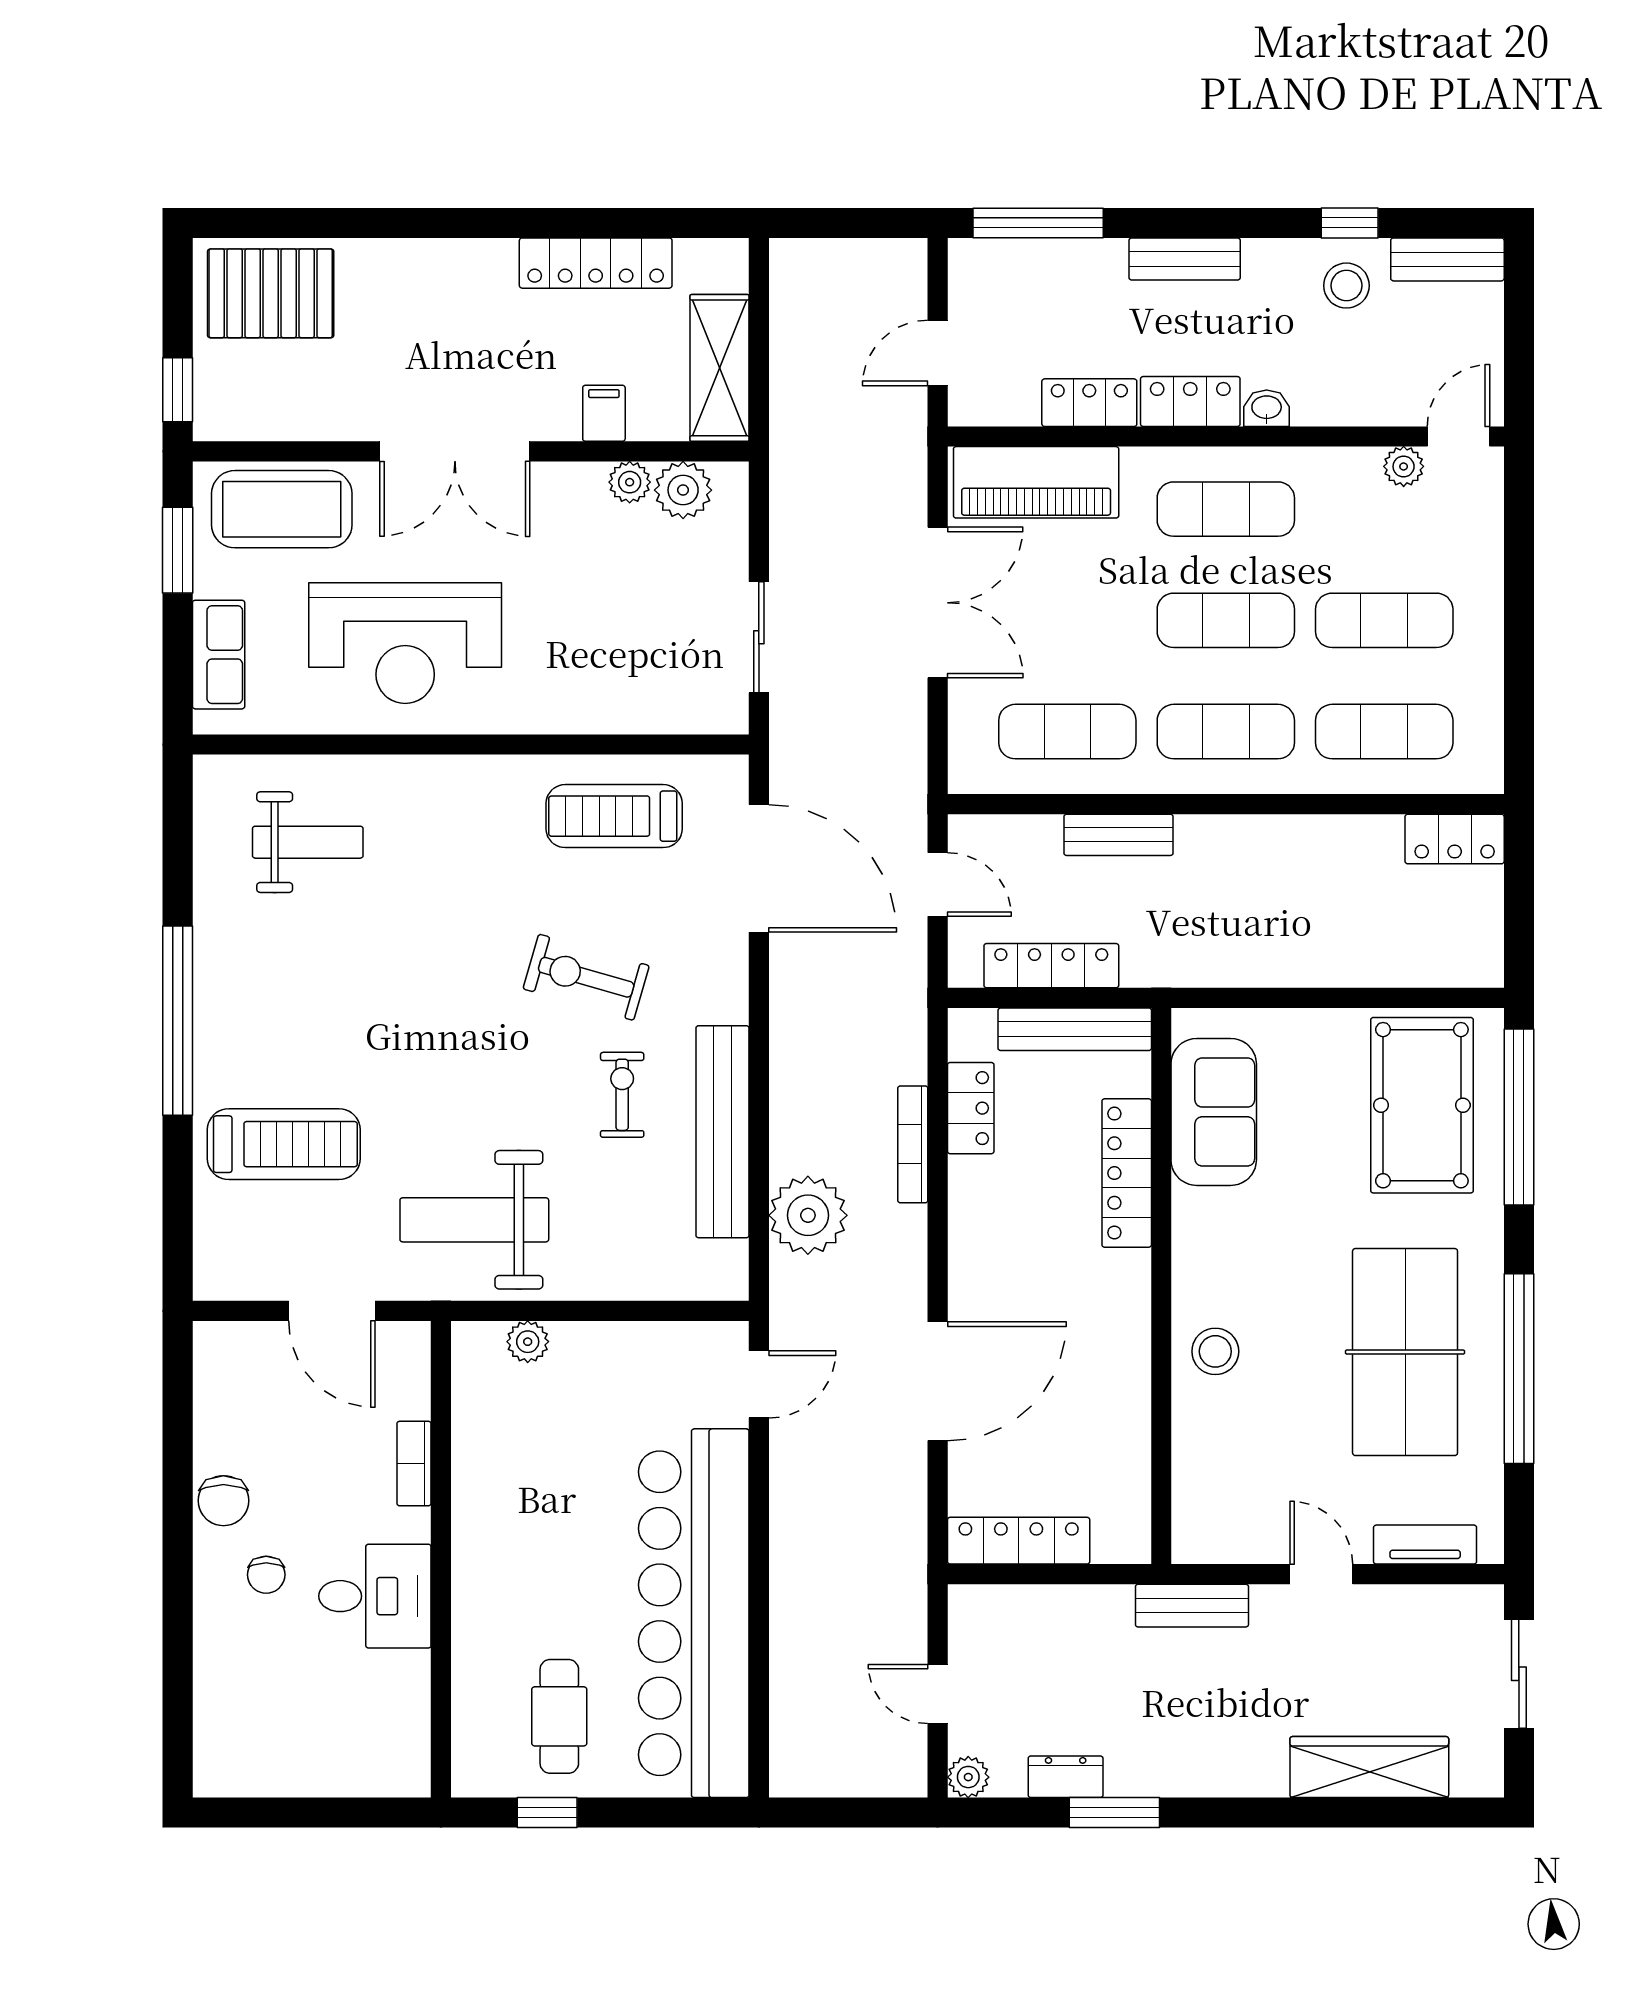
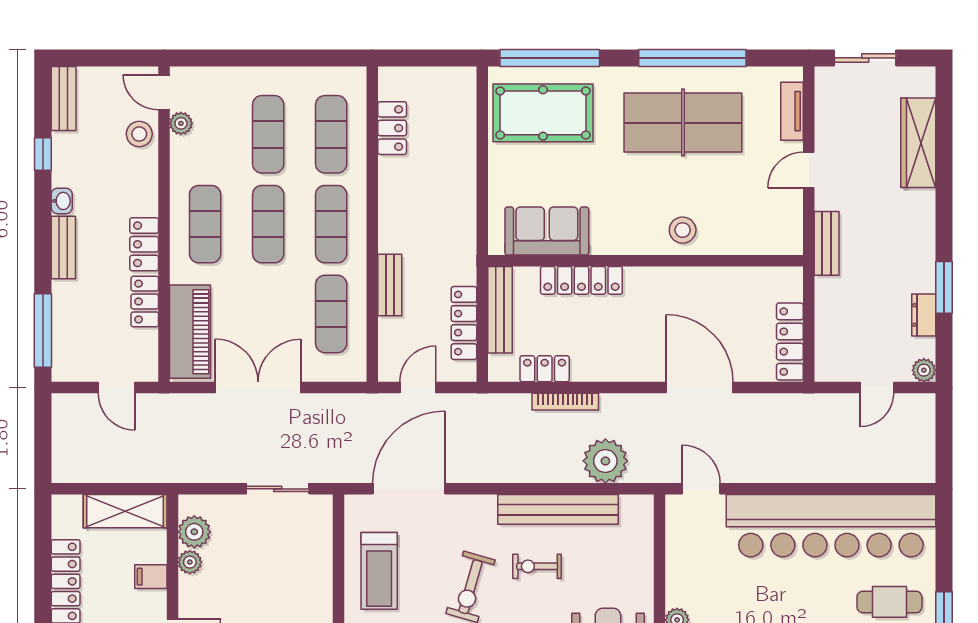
stool: (1346, 286) -> (139, 134), moved
washbasin: (1267, 408) -> (62, 201), moved, turned 180
locker: (1455, 839) -> (392, 128), moved

